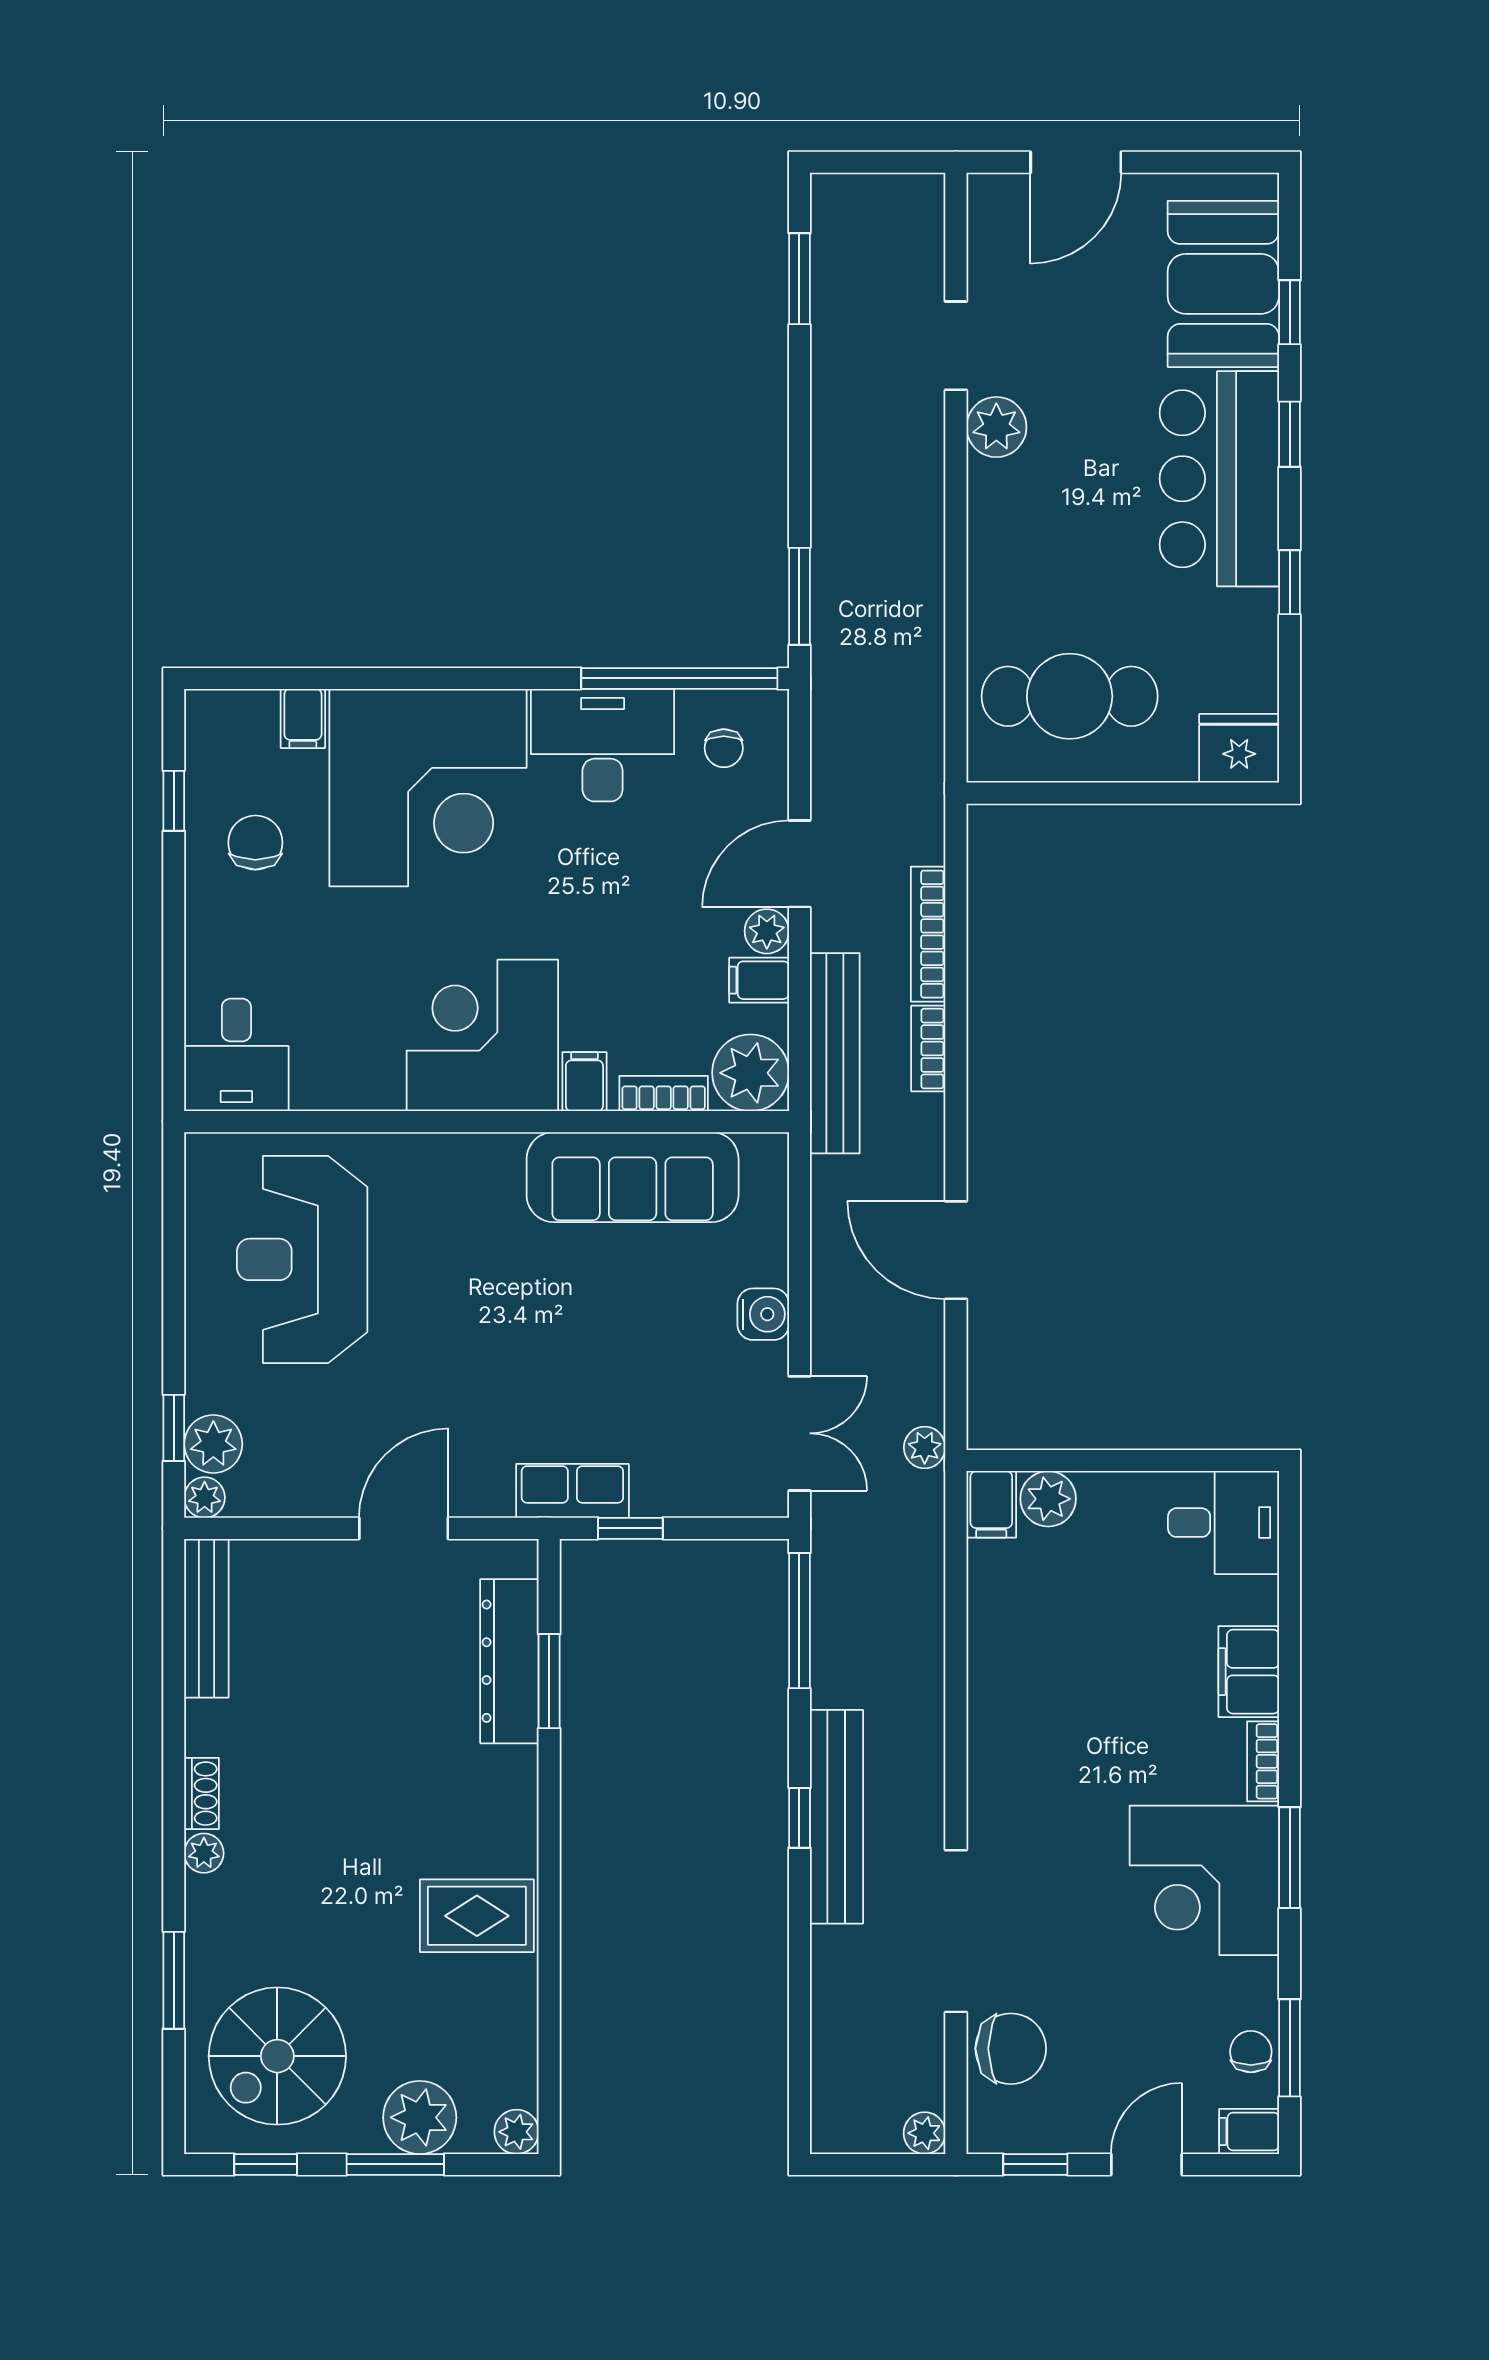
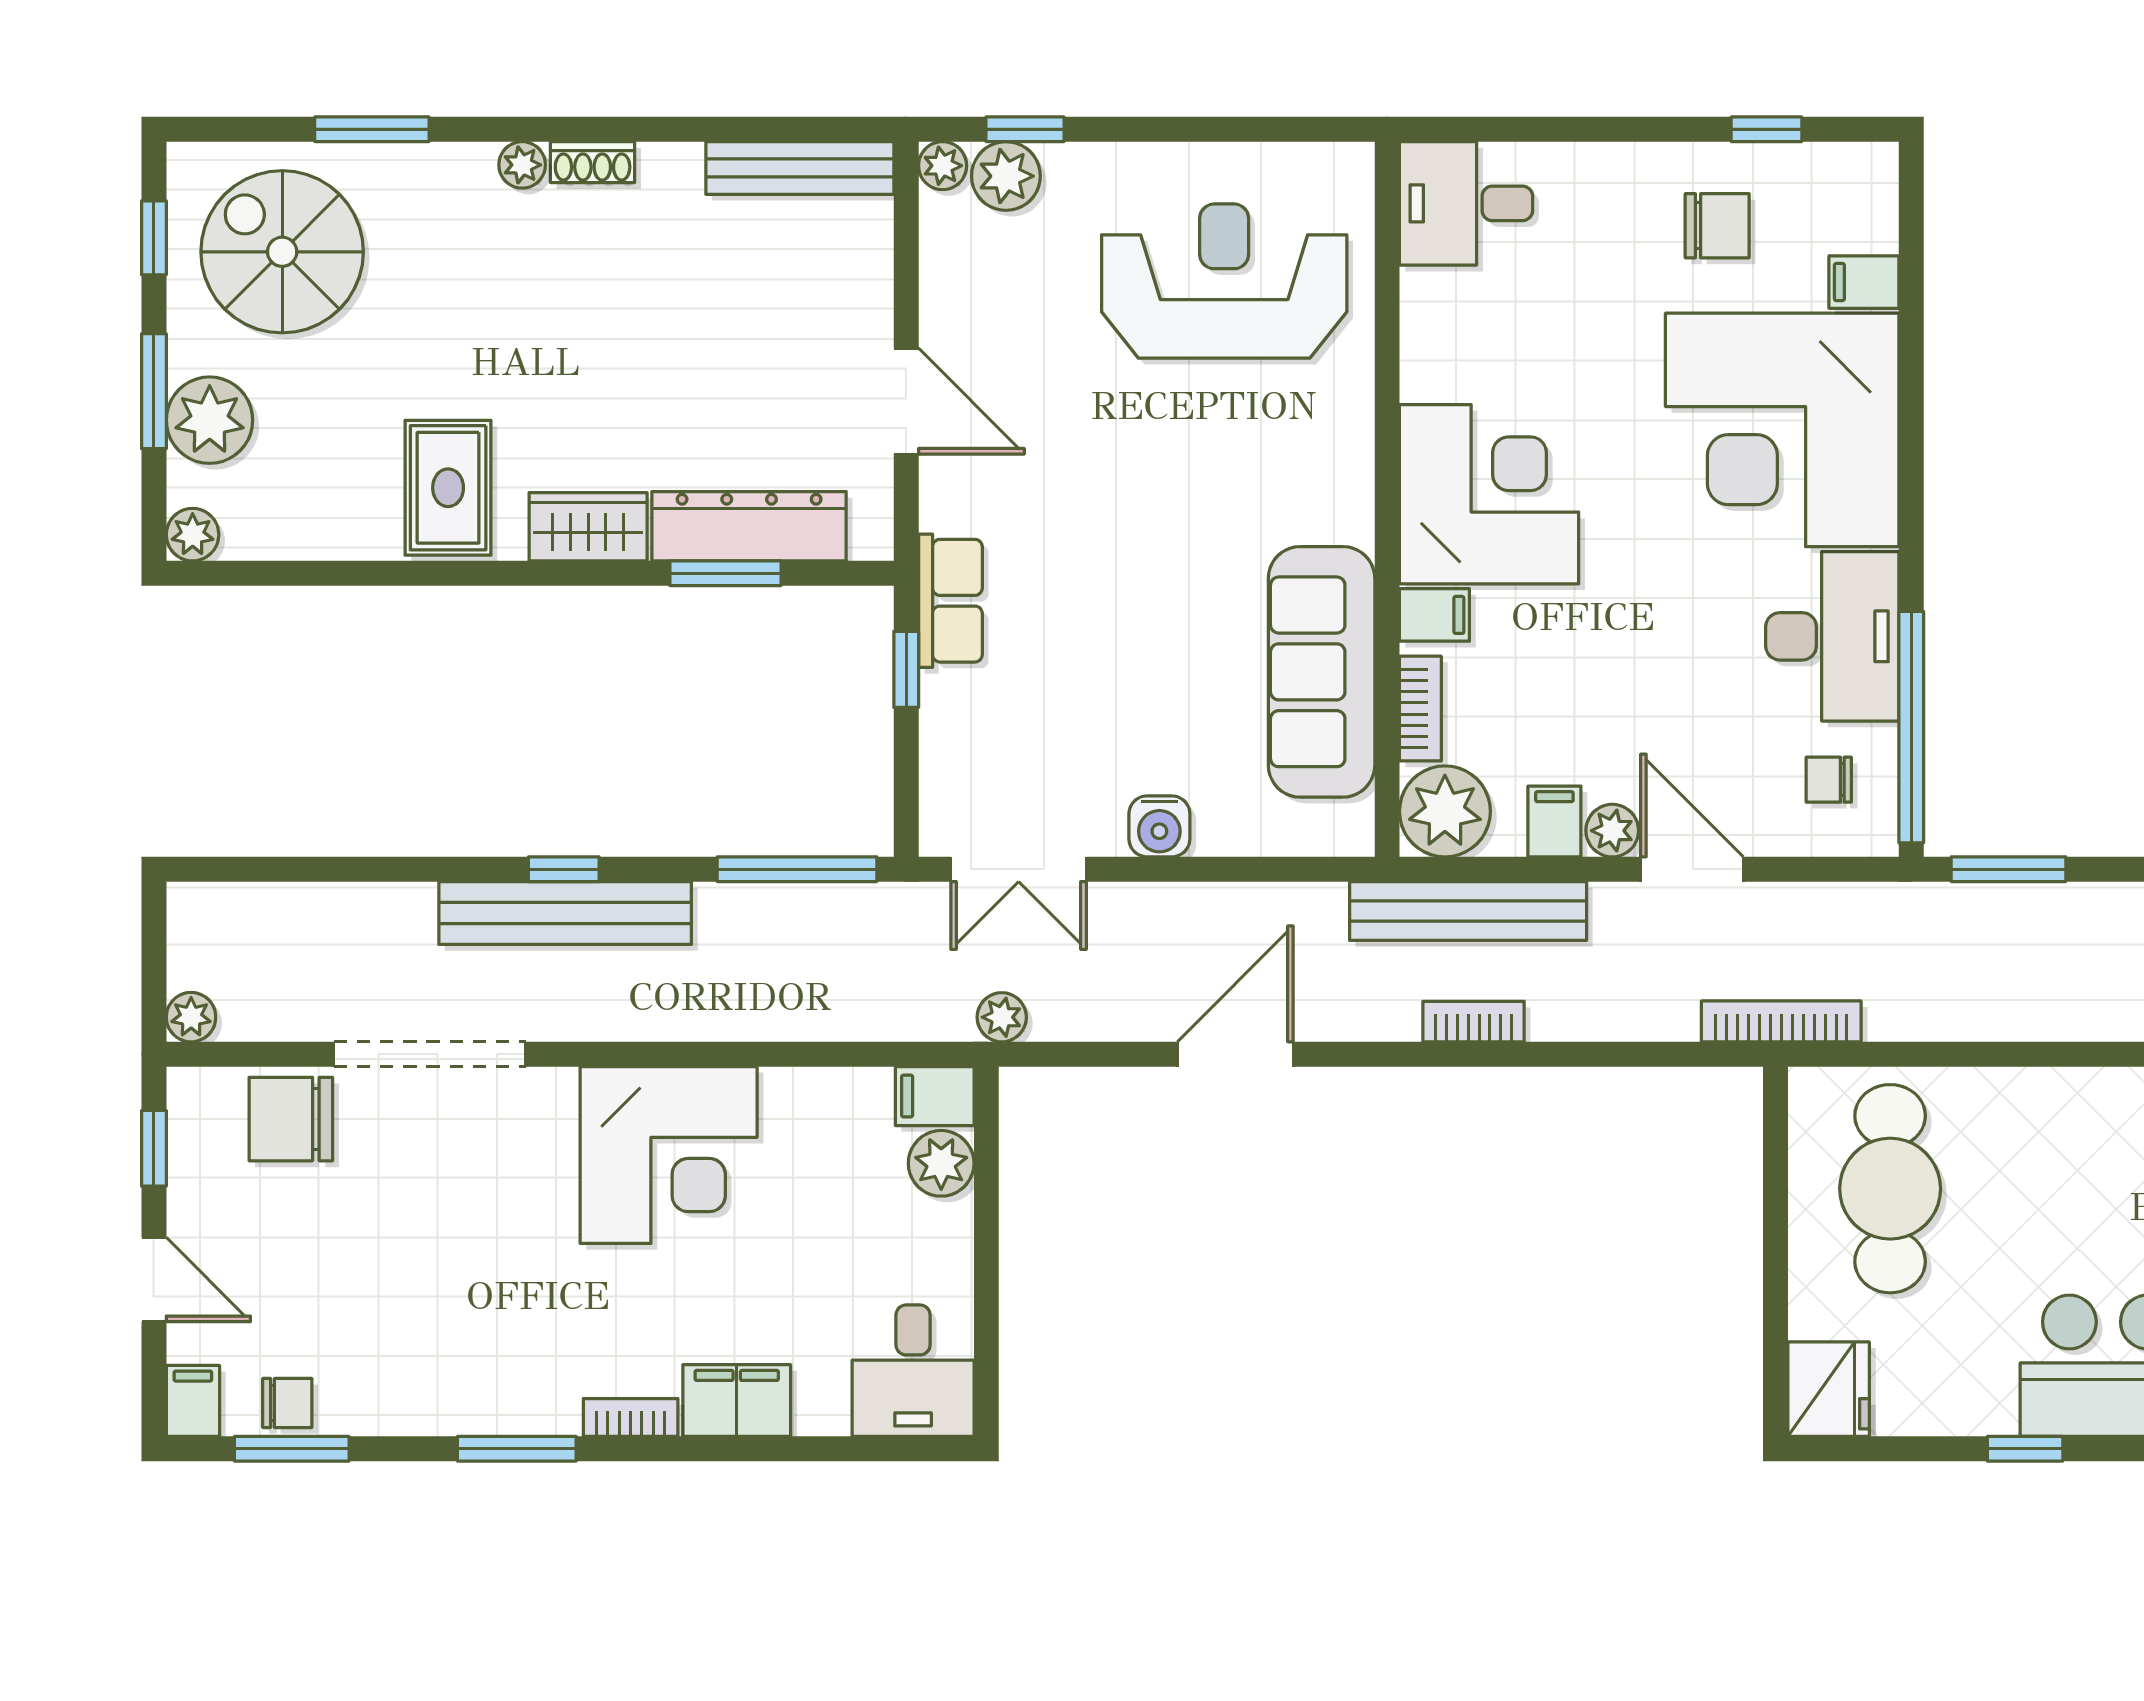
bookcase: (928, 934) -> (1781, 1021), moved
wardrobe: (510, 1797) -> (588, 527), added
corner desk: (1204, 1880) -> (669, 1155), moved, turned 180
chair: (1011, 2049) -> (291, 1119), turned 90

